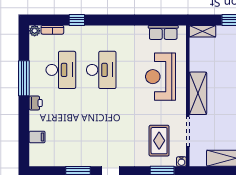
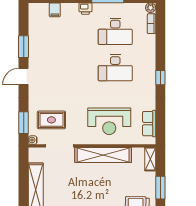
window: (77, 20) -> (160, 78), moved
reception desk: (161, 77) -> (109, 121), turned 180
shelving: (198, 93) -> (103, 155), width x1.47

